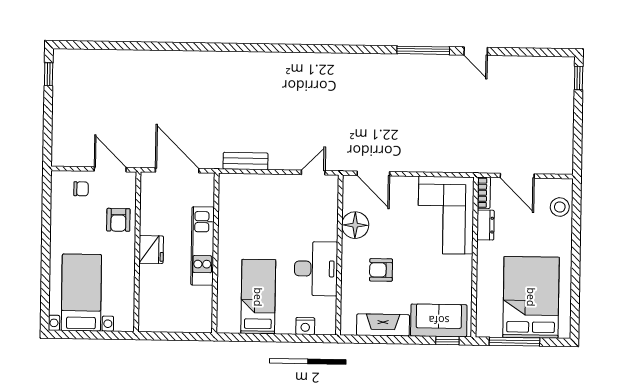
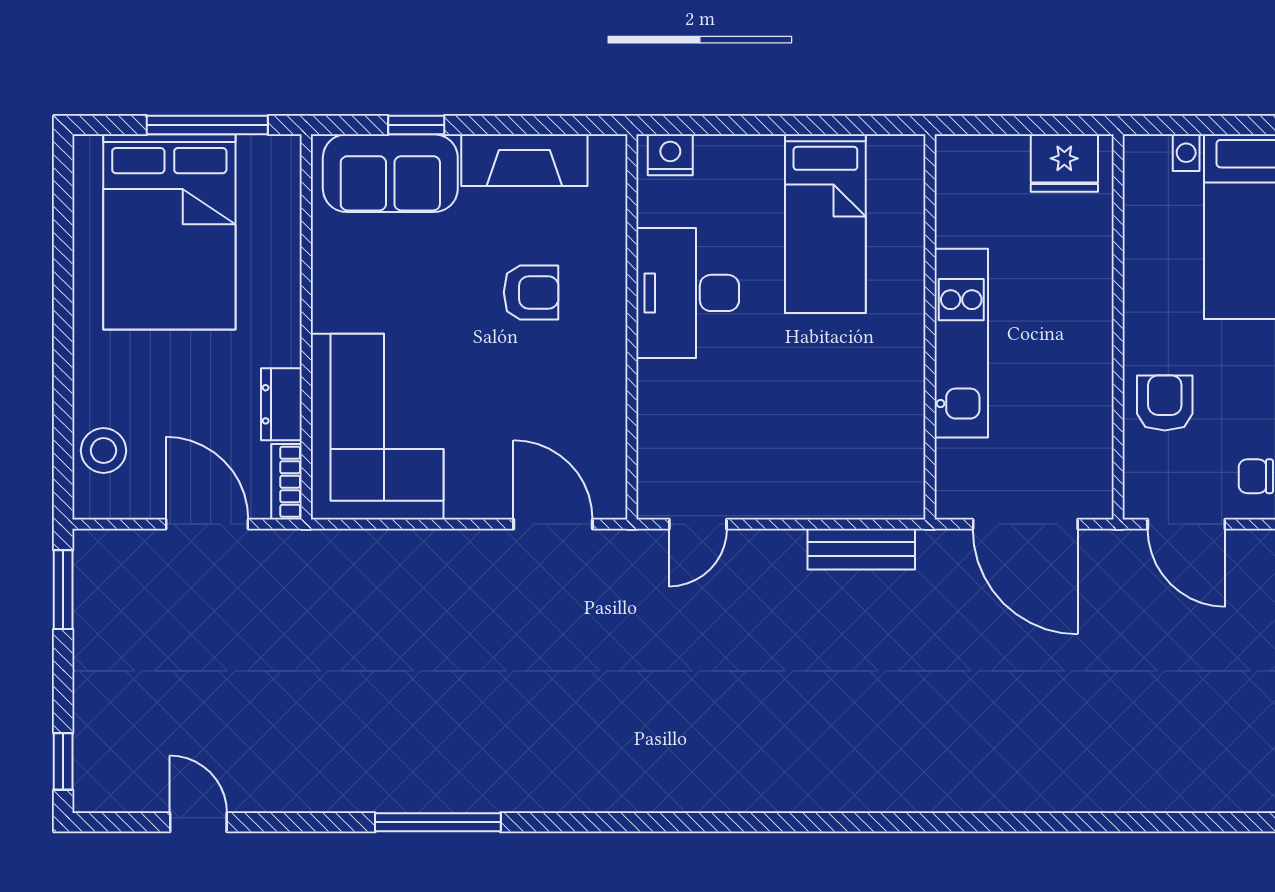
door: (476, 51) -> (198, 822), moved
window: (577, 149) -> (63, 590), added
floor lamp: (355, 225) -> (595, 399), removed
fridge: (151, 250) -> (1064, 163), moved, turned -90
nightstand: (305, 326) -> (670, 155), moved
window: (447, 341) -> (416, 125), moved

